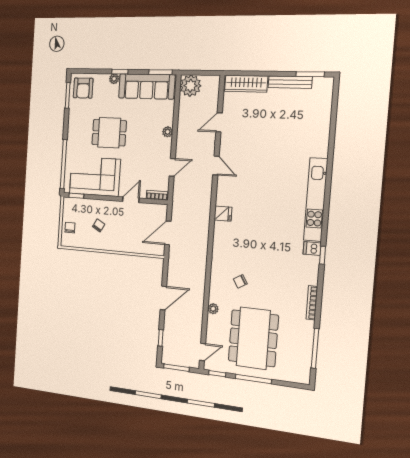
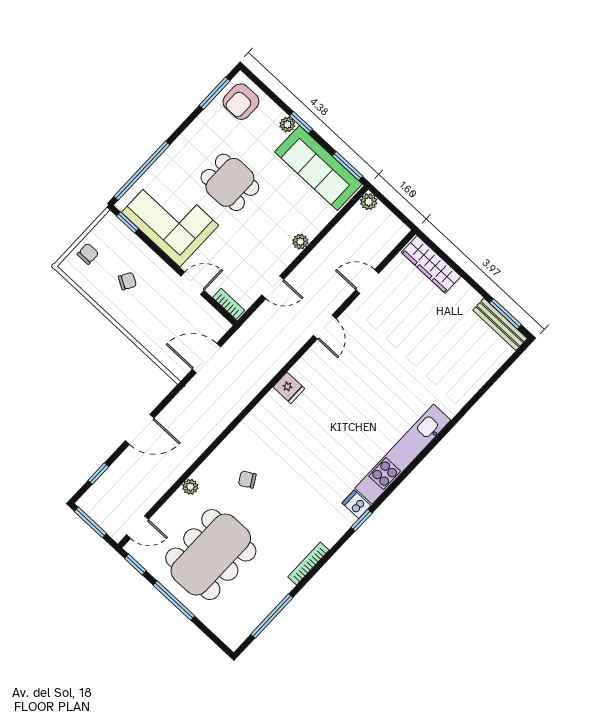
bench: (290, 82) -> (500, 324), moved
plant: (190, 86) -> (369, 202), width x0.53, depth x0.53

